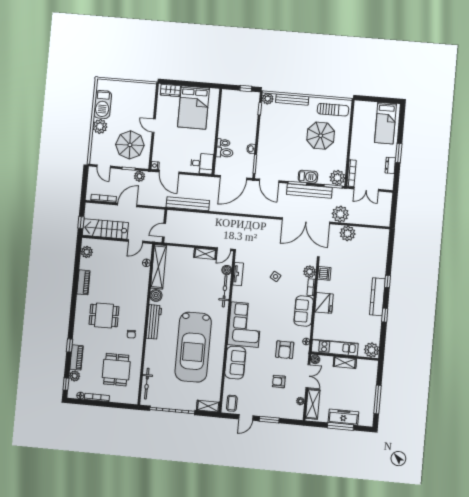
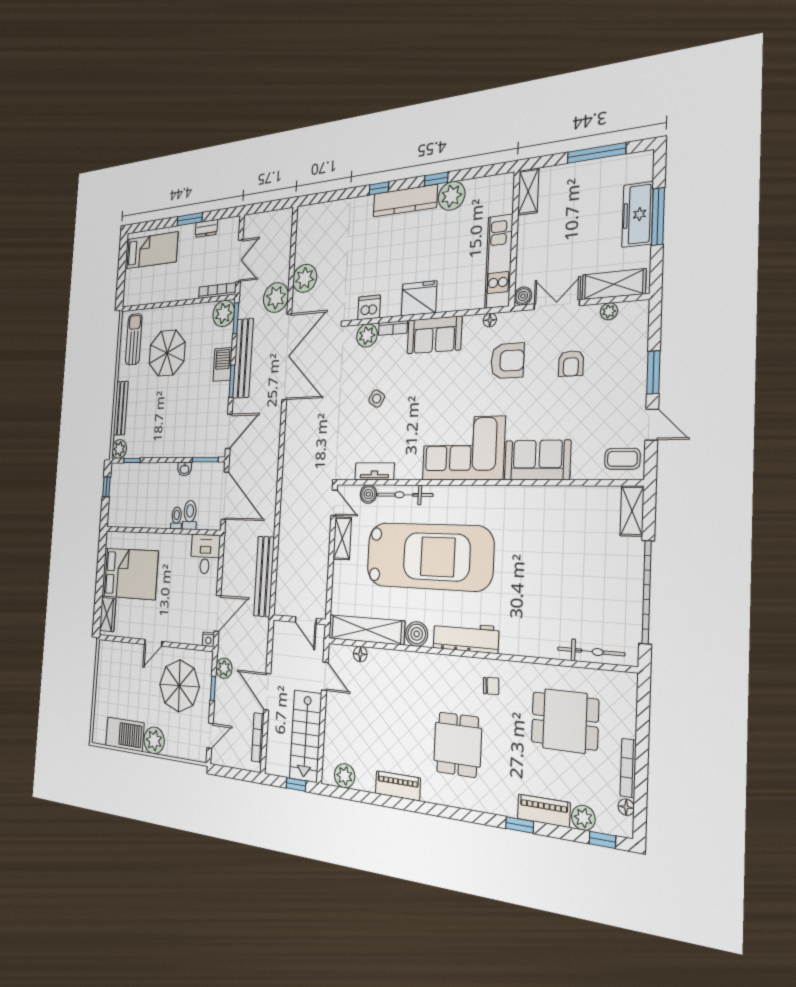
car: (193, 347) -> (429, 556), moved
plant: (372, 350) -> (452, 196), moved
shelving: (345, 363) -> (528, 192), moved

